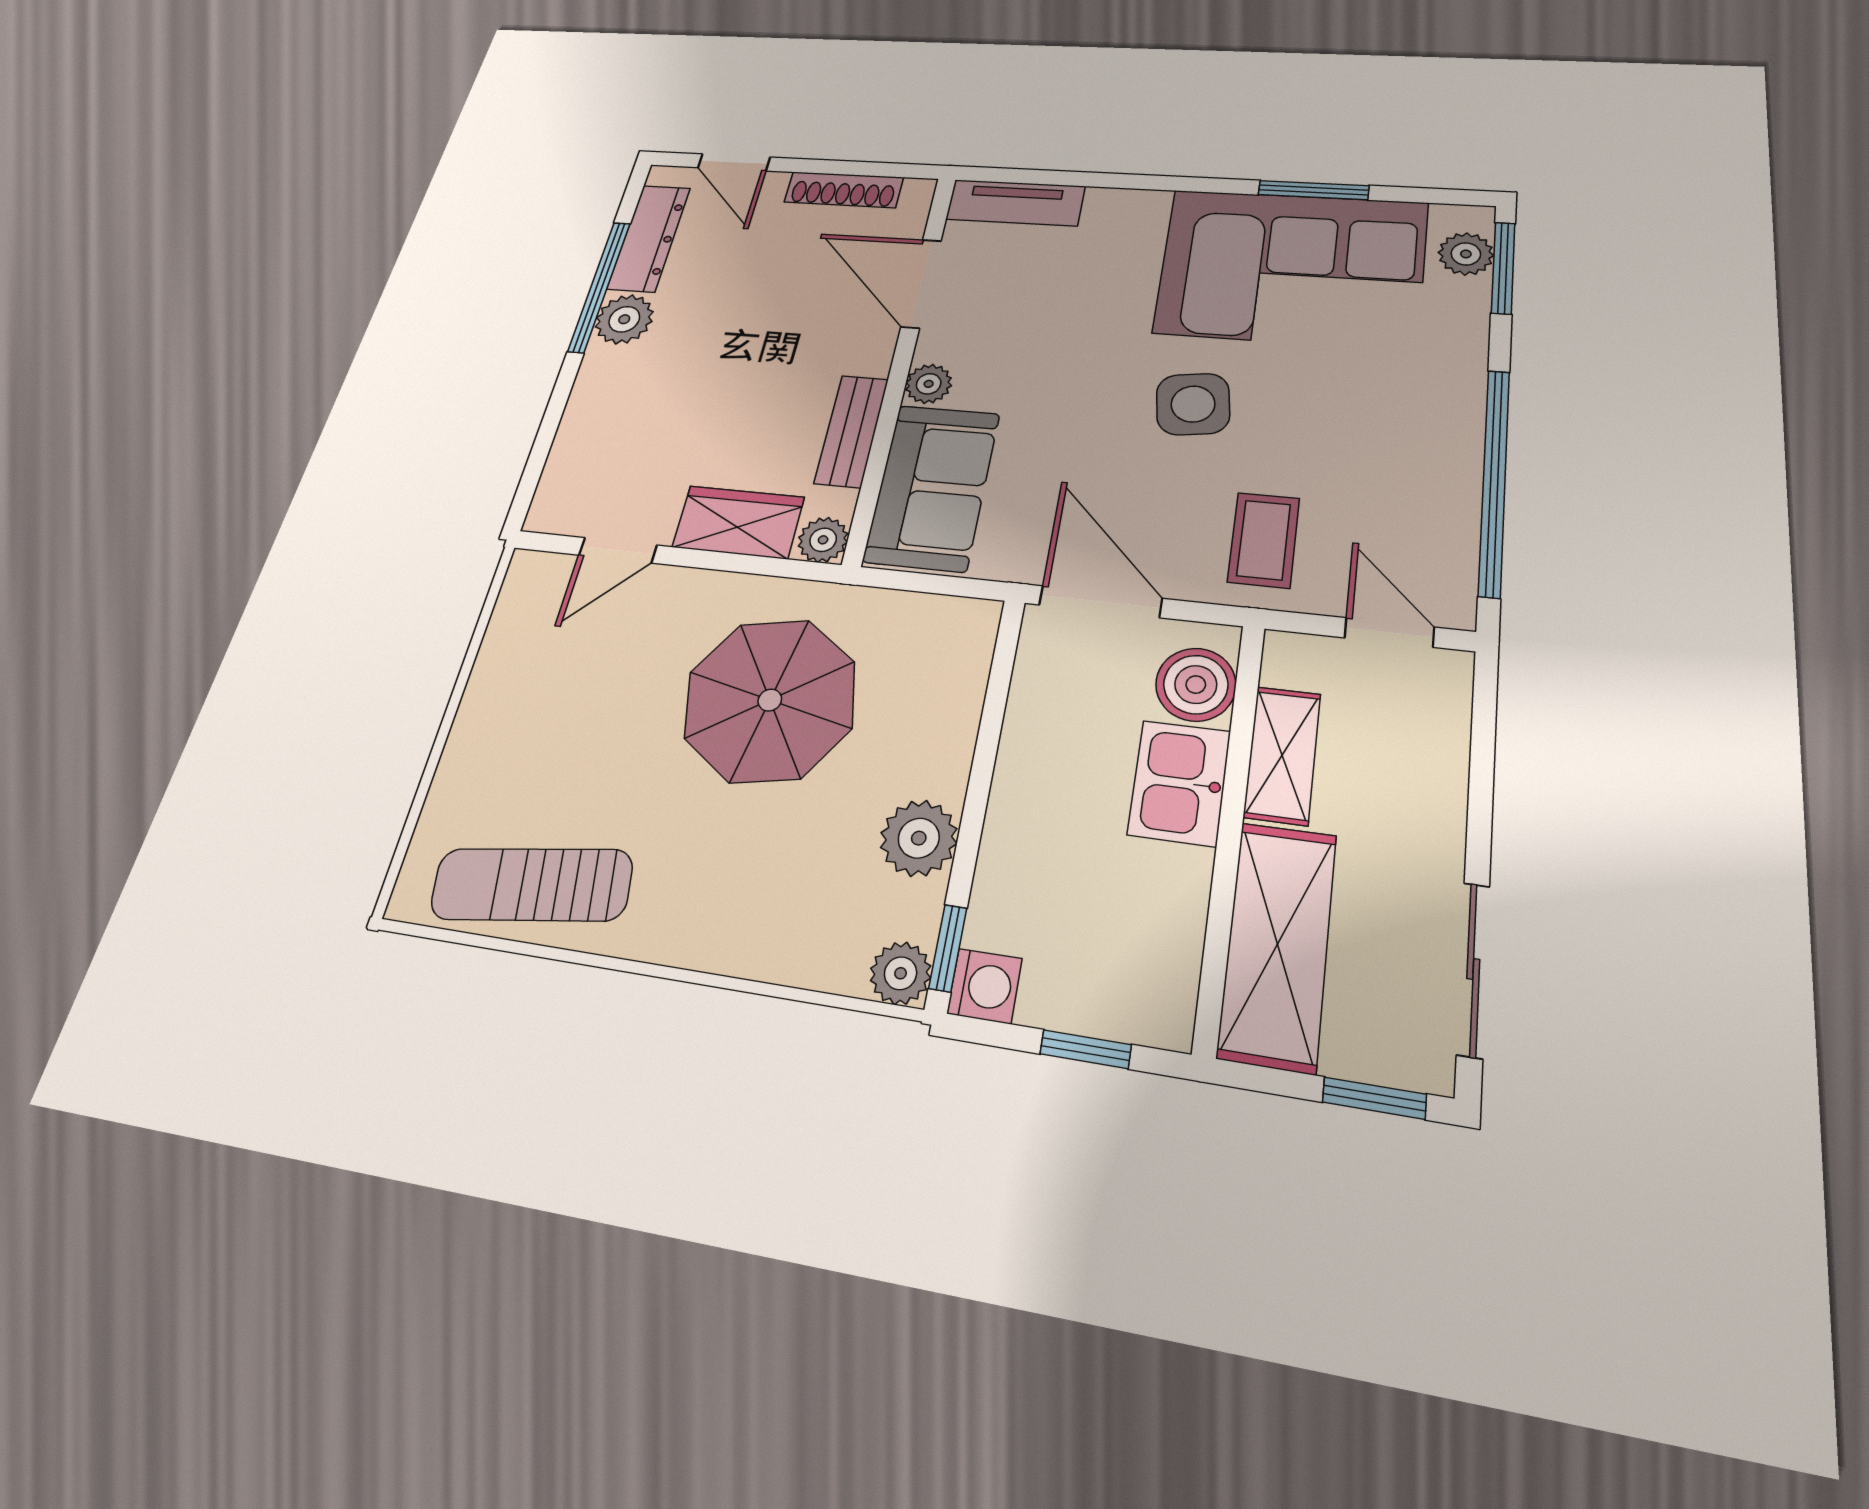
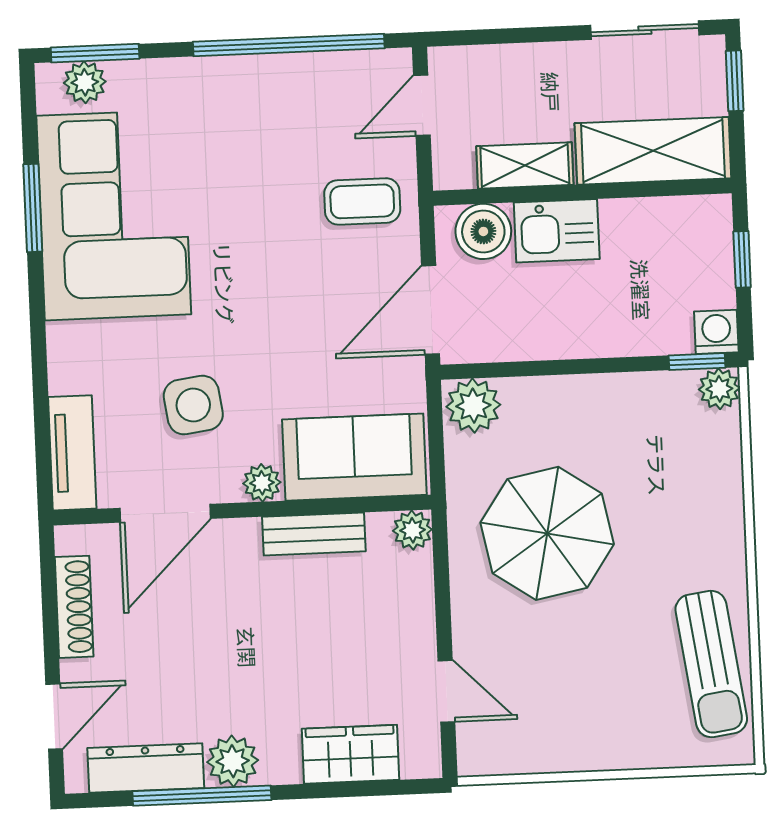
side table: (1193, 404) -> (193, 405), moved
wardrobe: (738, 522) -> (350, 754), moved, turned 90
plant: (919, 838) -> (473, 406), moved

